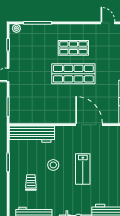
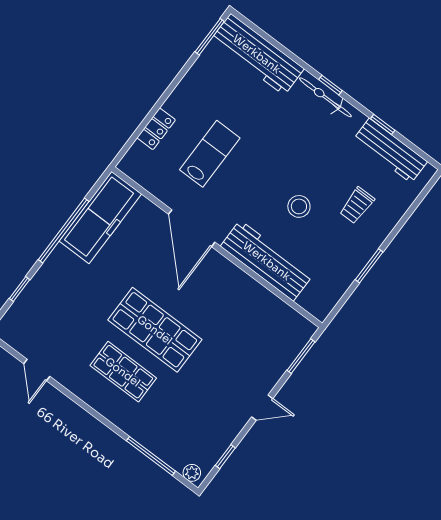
workbench: (32, 134) -> (267, 261), moved
lab bench: (83, 169) -> (210, 154), moved

